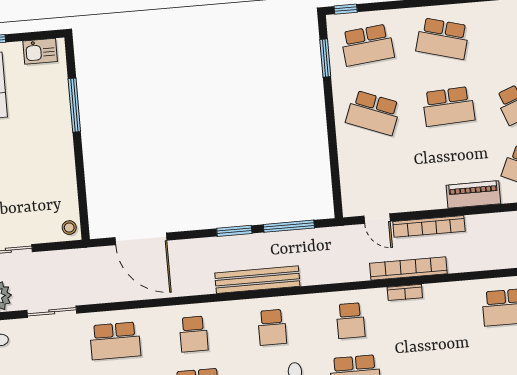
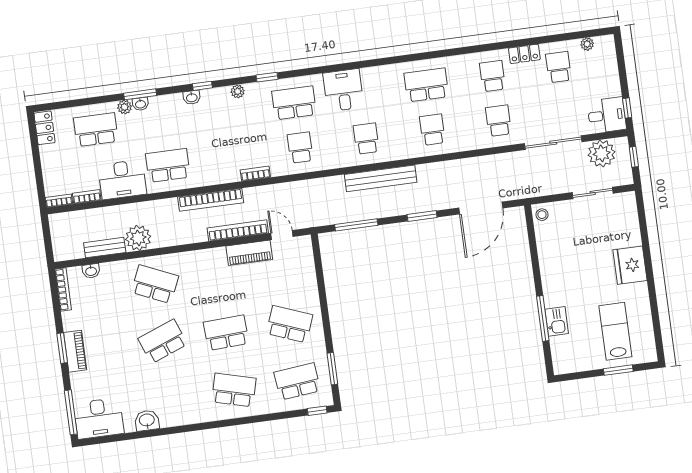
kitchen sink: (40, 51) -> (557, 321), moved, turned 90
piano: (473, 194) -> (249, 253), moved
window: (234, 231) -> (422, 216), moved
door: (141, 239) -> (481, 208), swing flipped
bookcase: (408, 268) -> (211, 200), moved
sliding door: (52, 312) -> (553, 143), width x1.37
school desk: (115, 341) -> (498, 121), width x0.54

